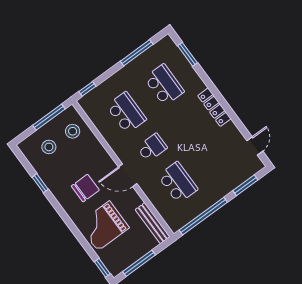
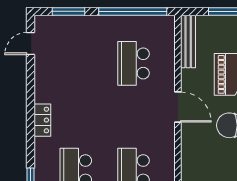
locker: (214, 107) -> (42, 120), width x0.66
school desk: (152, 148) -> (134, 117), removed

